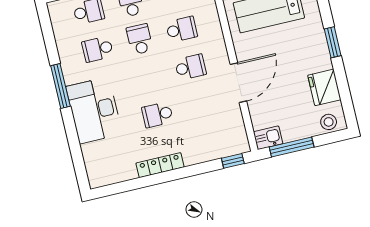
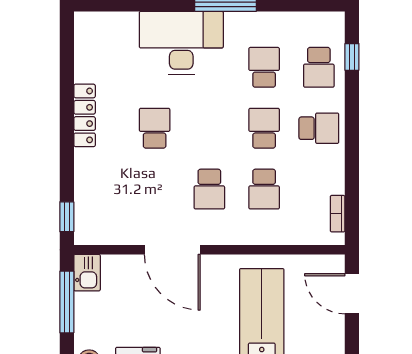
school desk: (140, 39) -> (264, 128), turned -90

